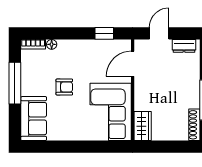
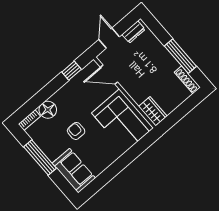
floor lamp: (52, 44) -> (48, 110), width x1.89, depth x1.89
door: (133, 64) -> (109, 75), hinge flipped
armchair: (64, 87) -> (76, 131), turned -90

